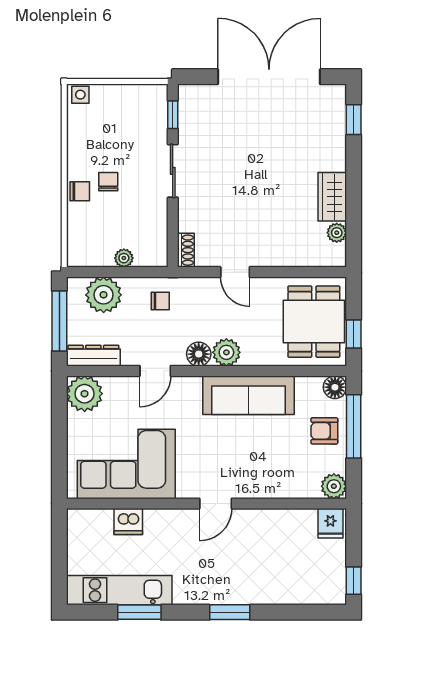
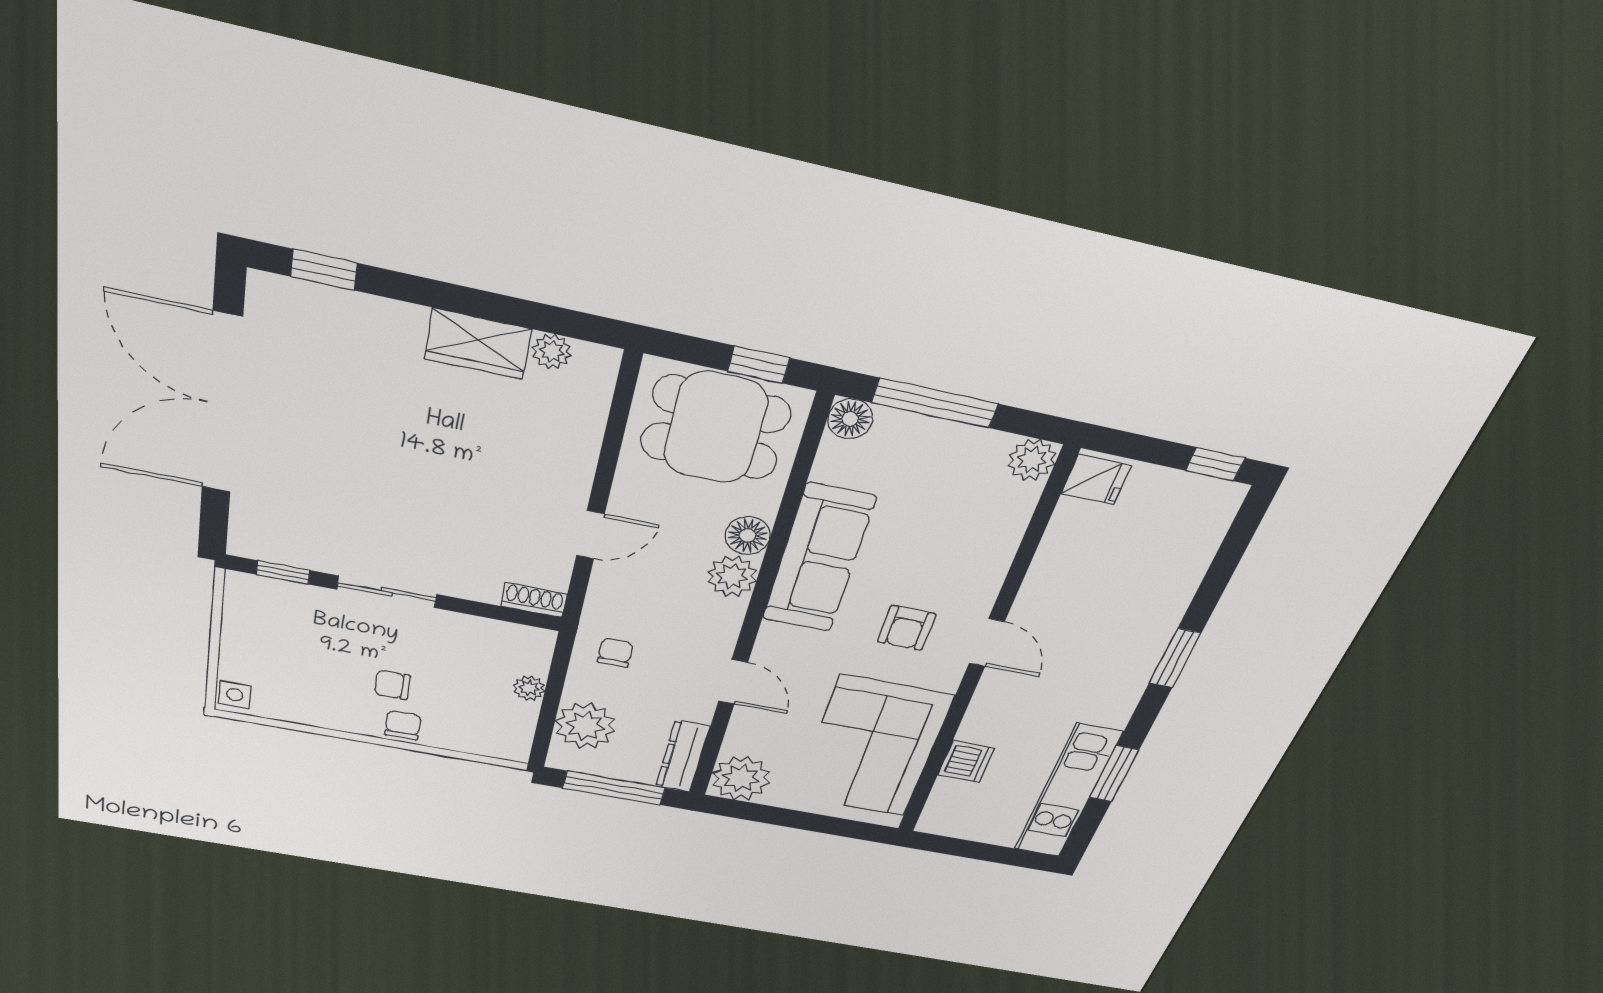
floor lamp: (199, 354) -> (748, 535), moved
armchair: (324, 431) -> (907, 628), moved

